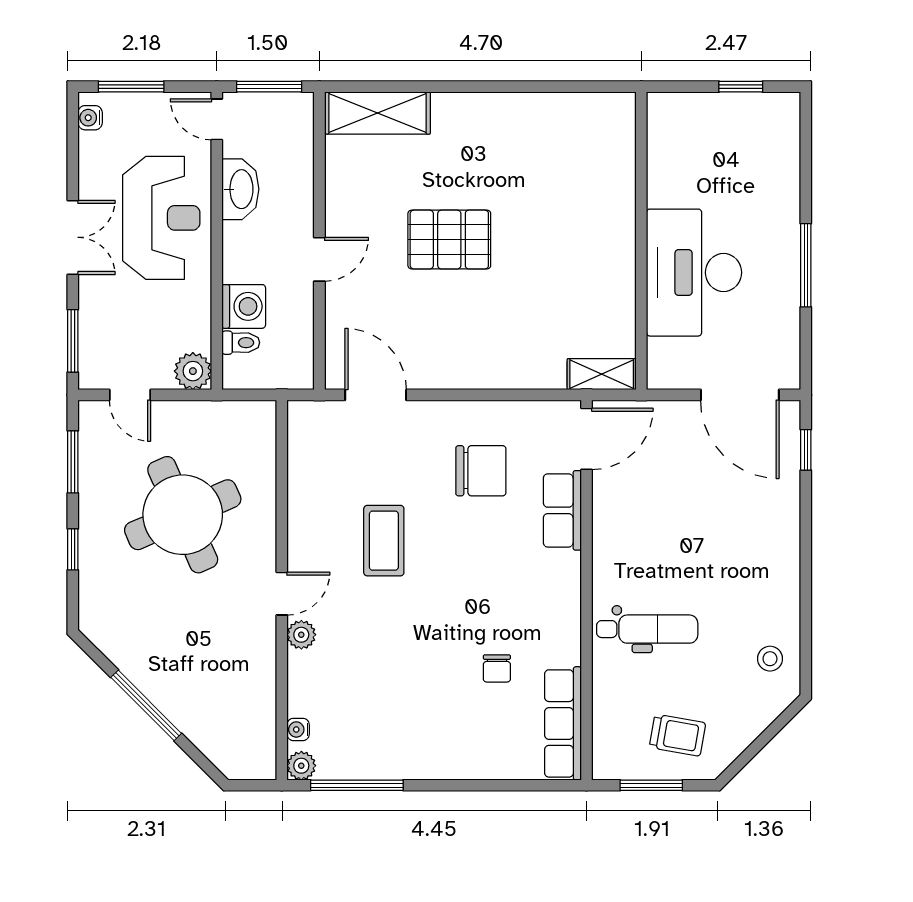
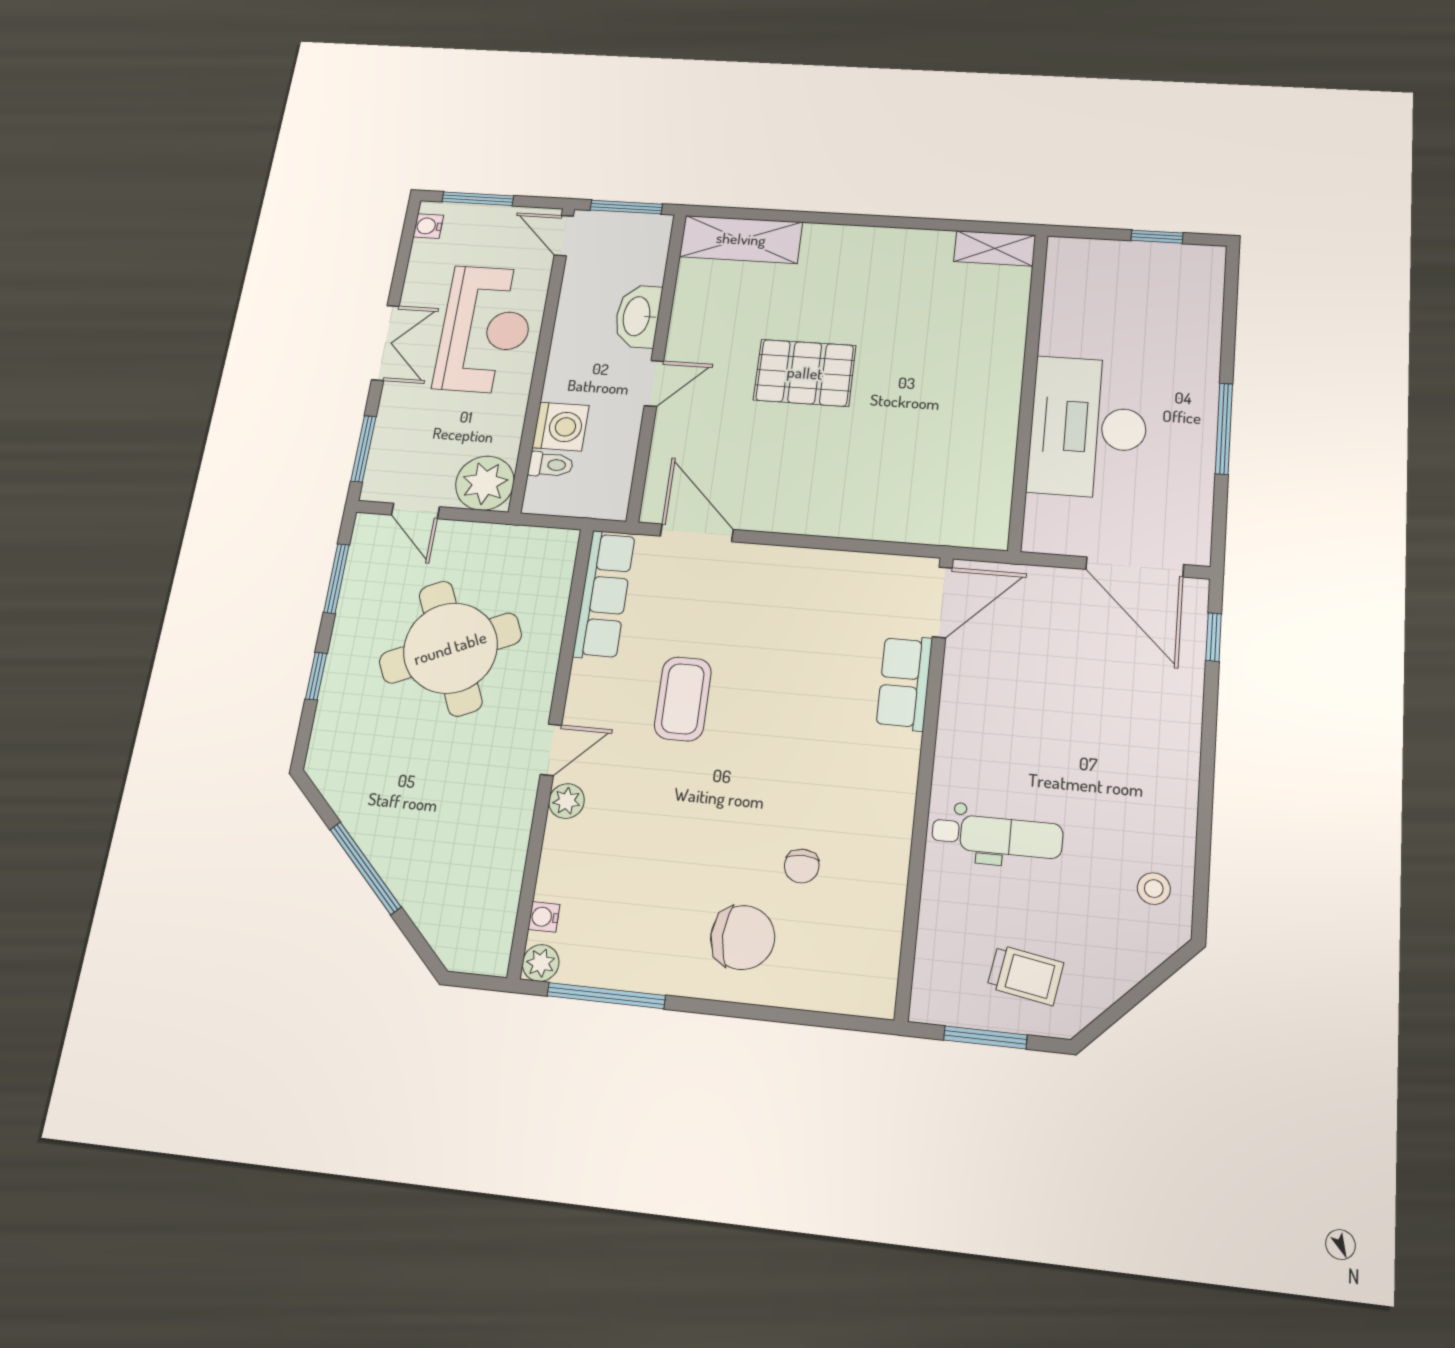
washbasin: (240, 189) -> (638, 316), moved, turned 180
plant: (193, 371) -> (485, 483), width x1.36, depth x1.36
shelving: (602, 374) -> (995, 248), moved
chair: (481, 471) -> (743, 937), moved
row of seats: (563, 723) -> (604, 595), moved, turned 180

